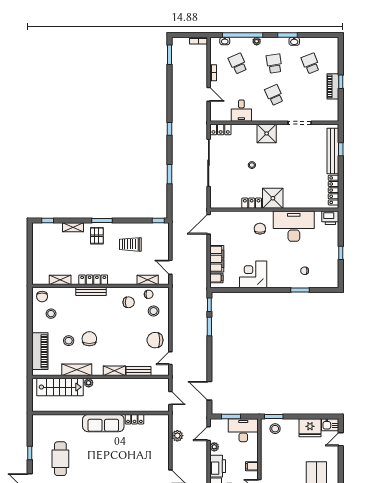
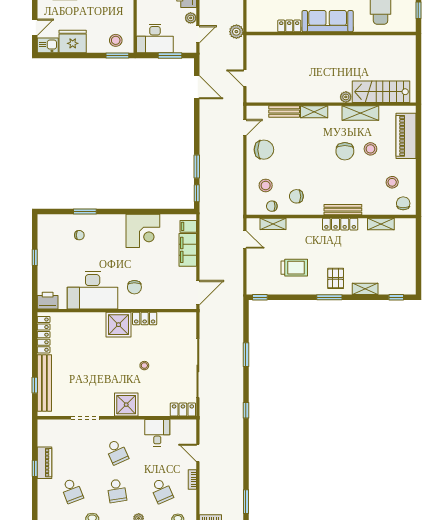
wall: (100, 413) -> (331, 34), moved
locker: (134, 419) -> (289, 26), moved
sofa: (103, 423) -> (328, 21), moved

